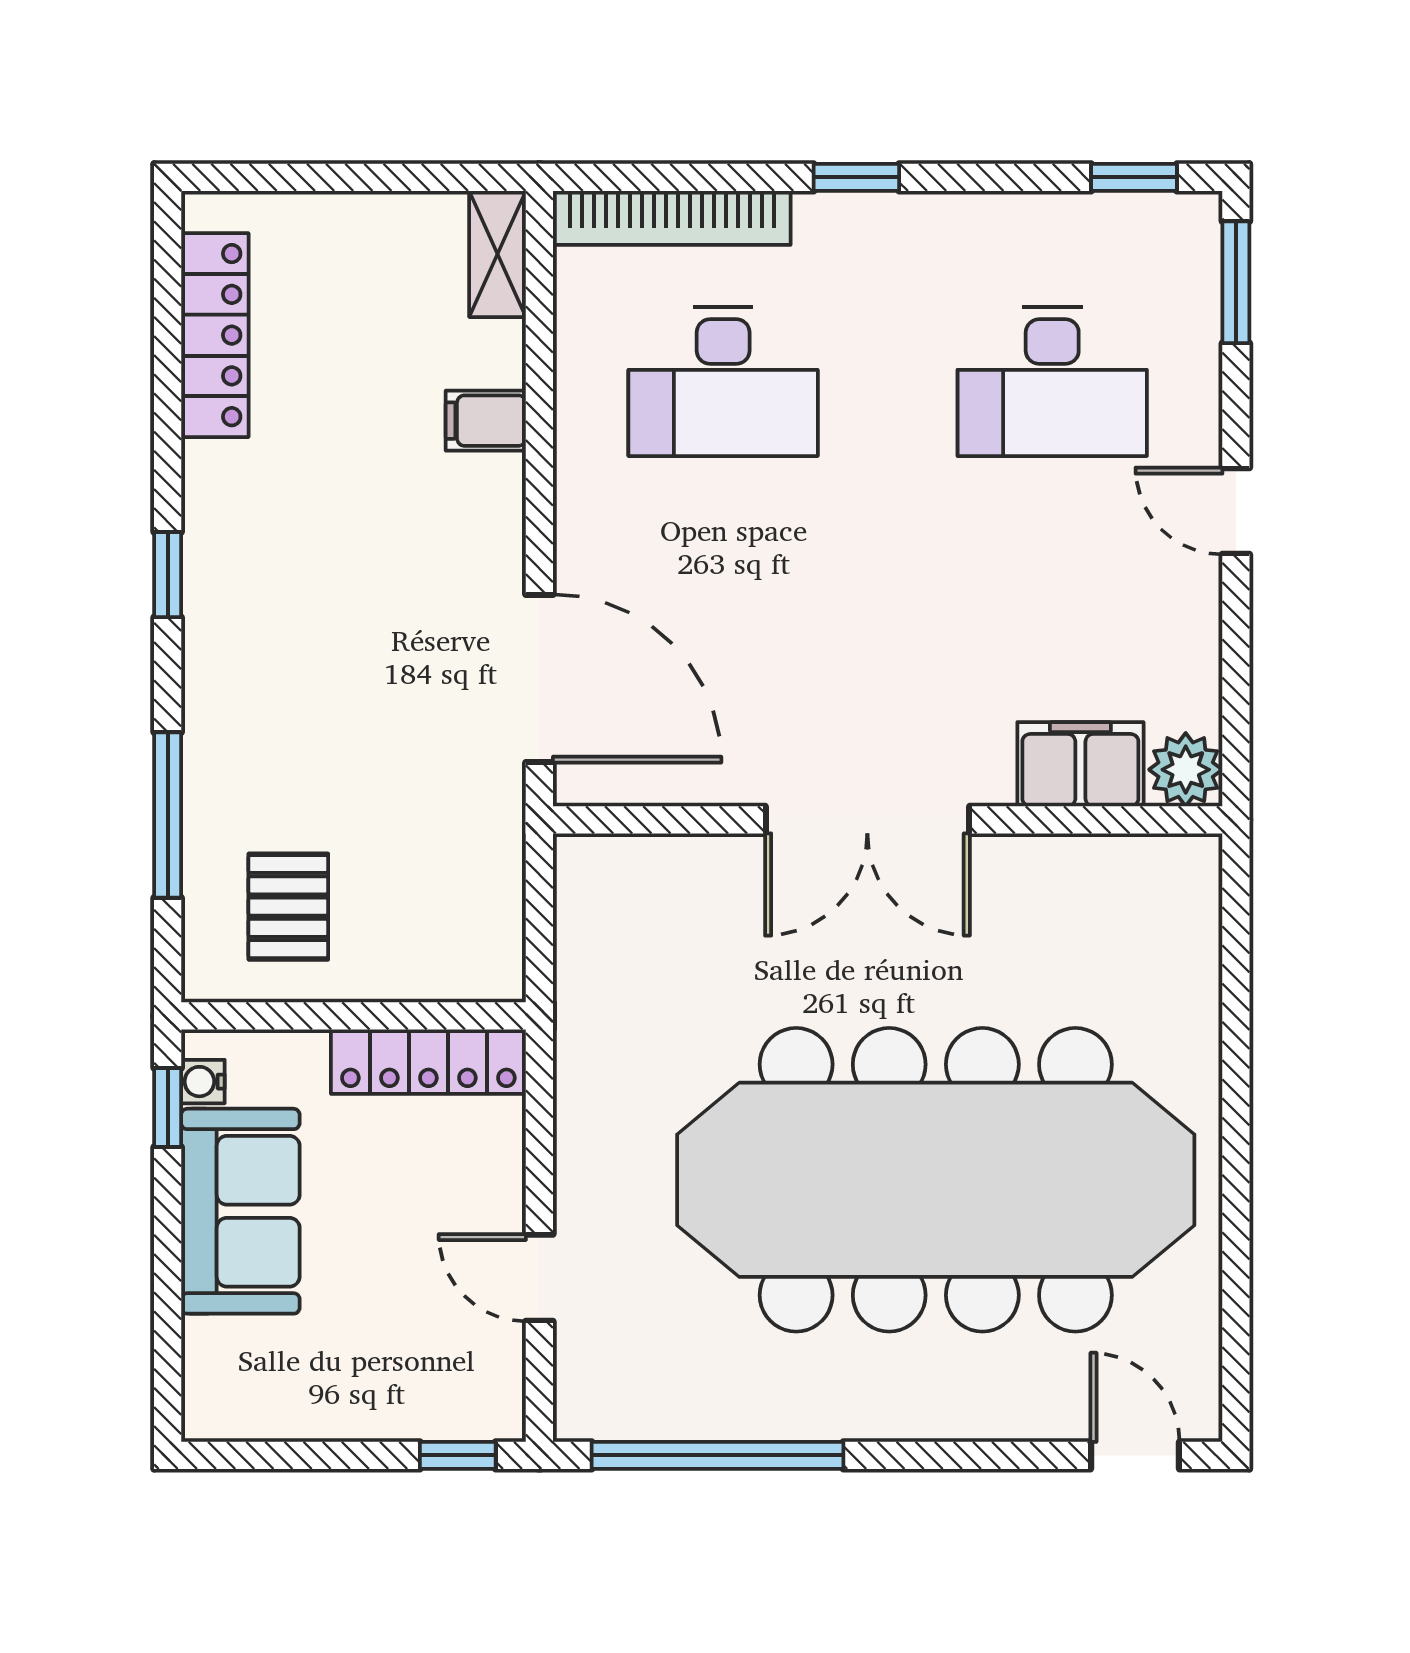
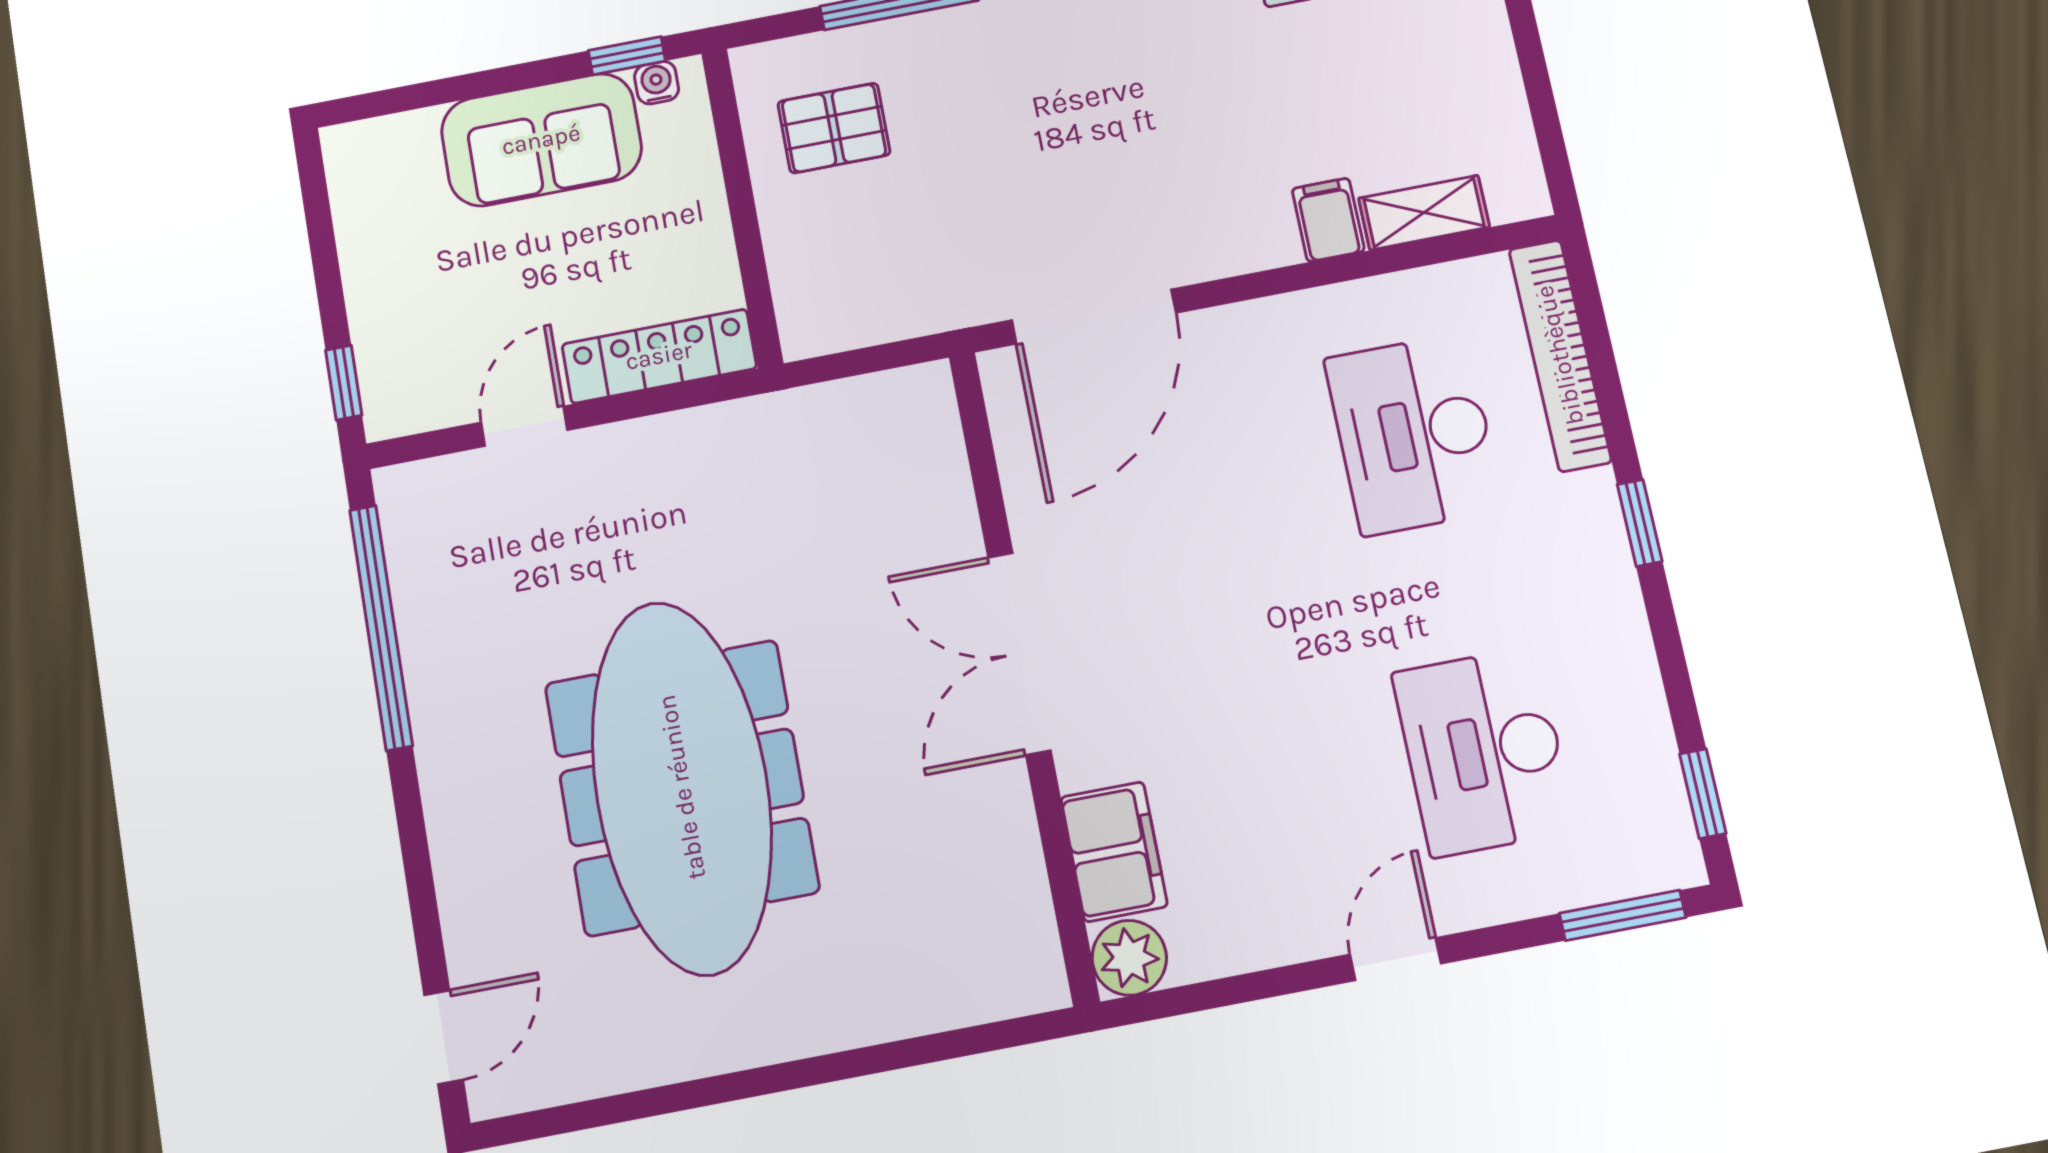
shelving: (498, 254) -> (1424, 213), moved
locker: (428, 1062) -> (659, 356), moved, turned 90
meeting table: (936, 1180) -> (682, 787), width x0.73, depth x0.79

